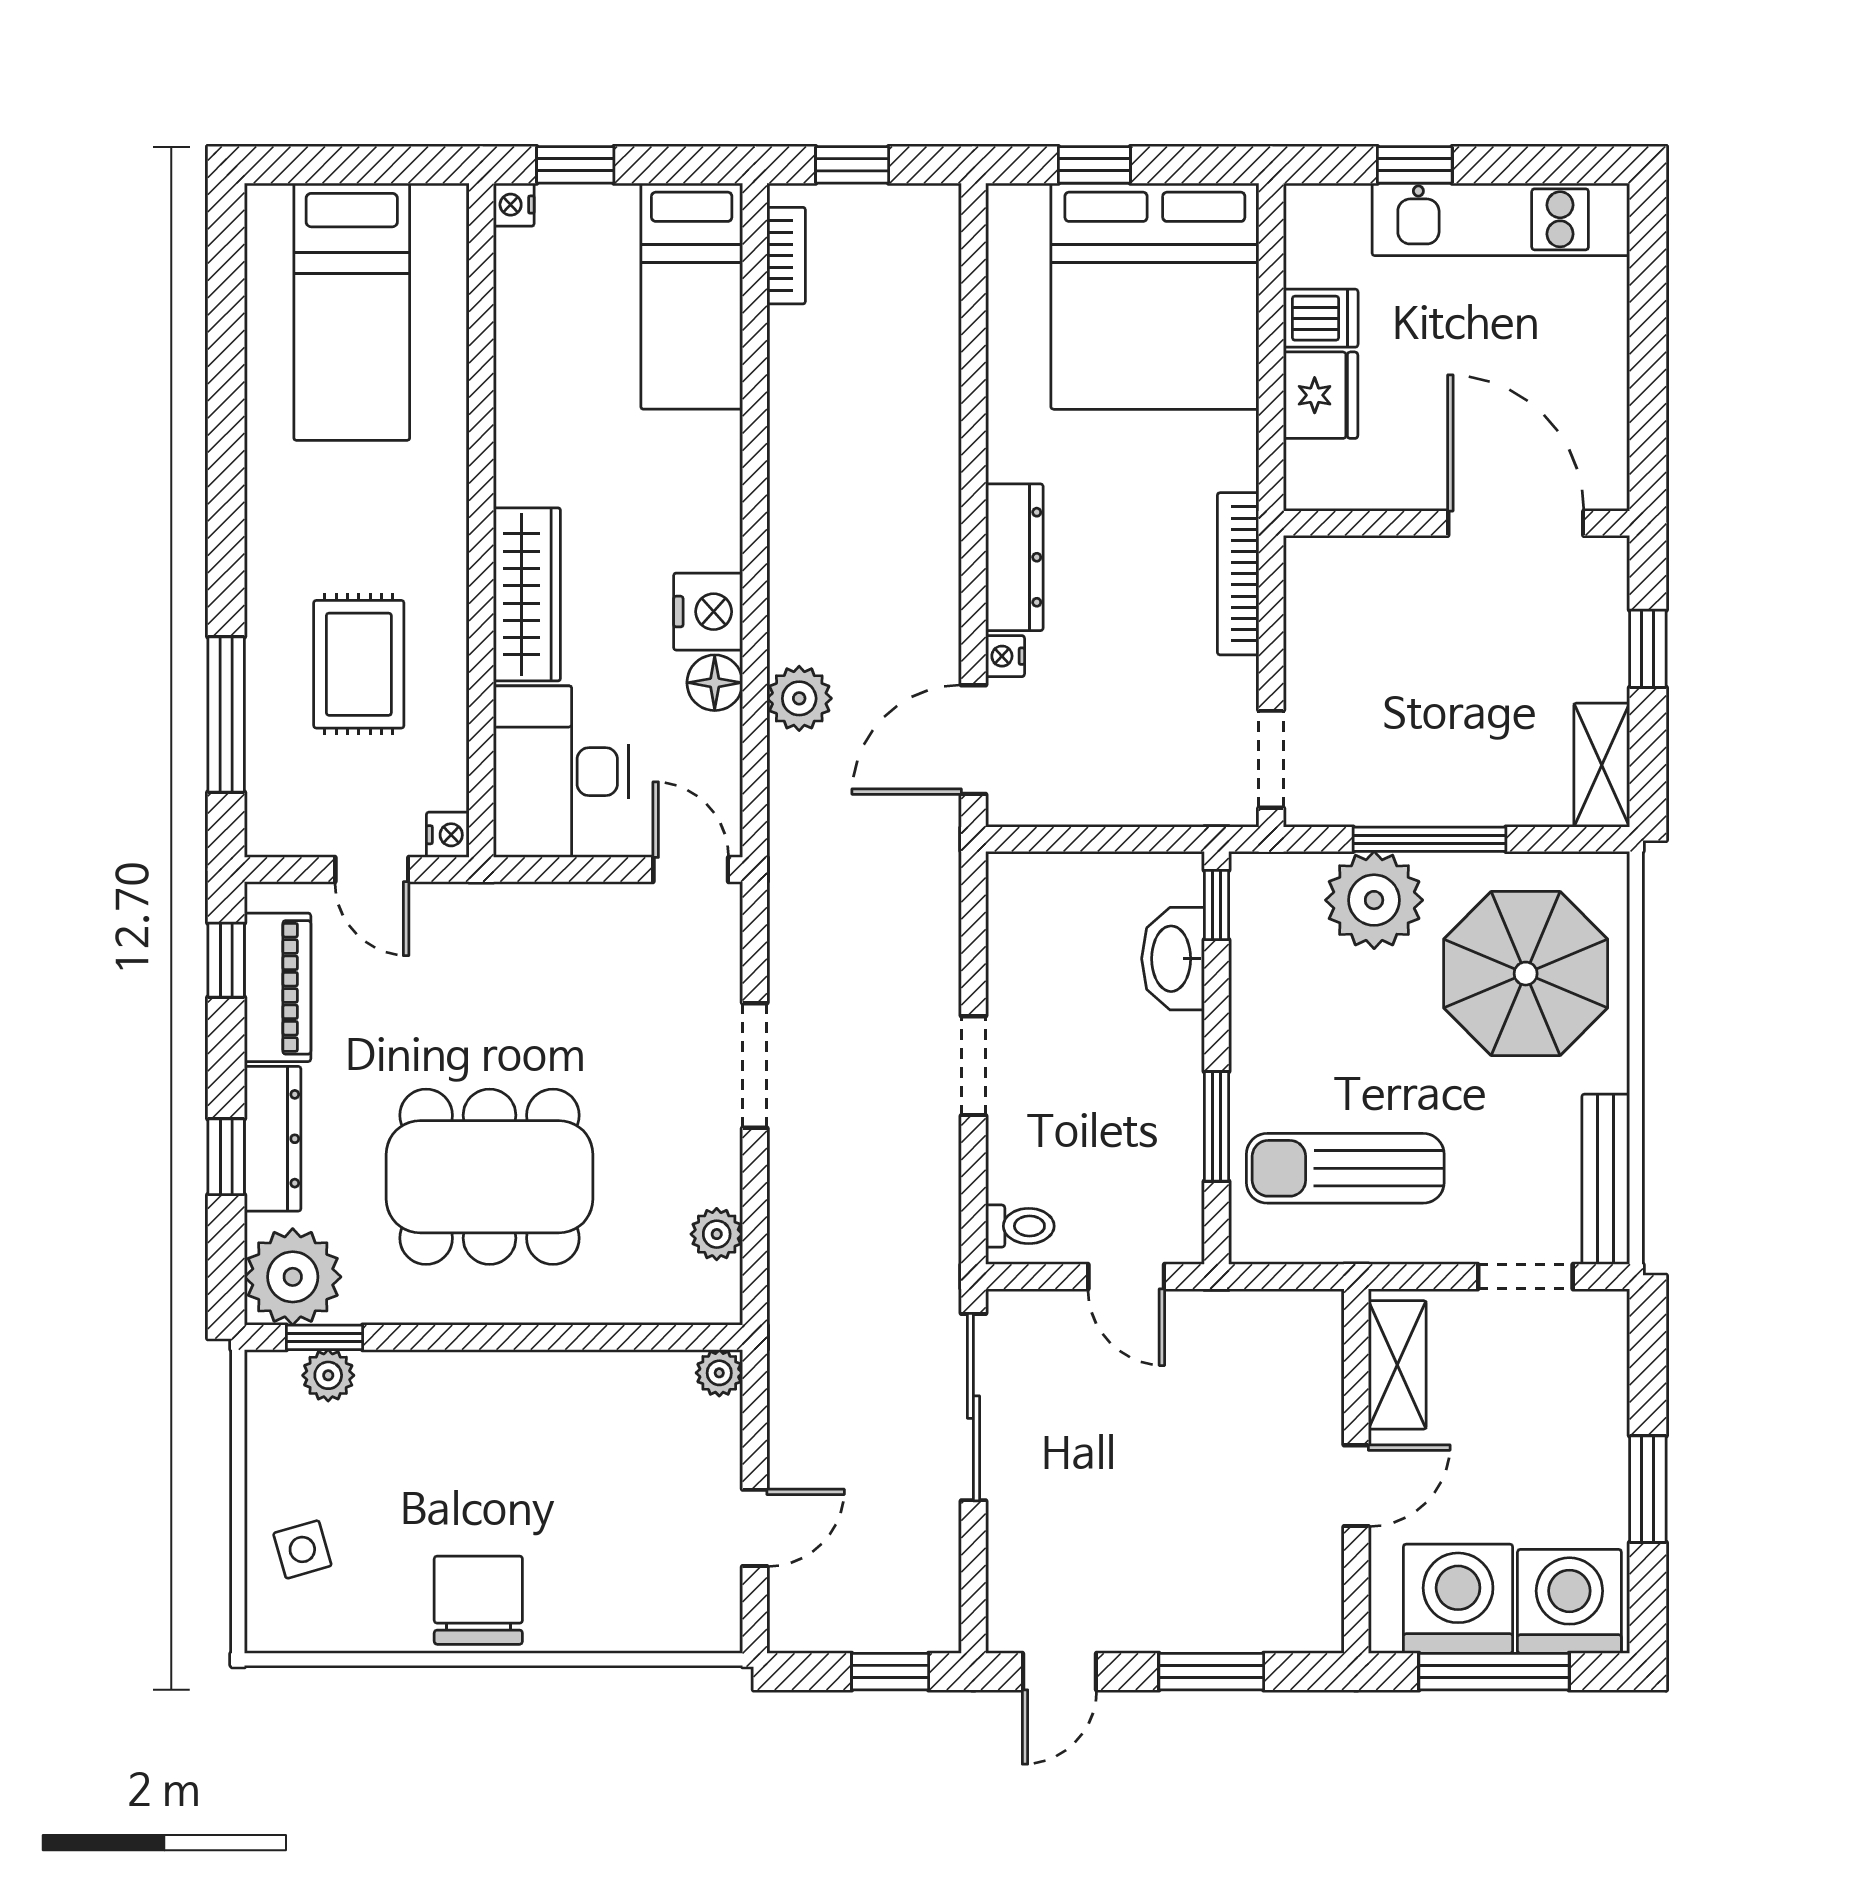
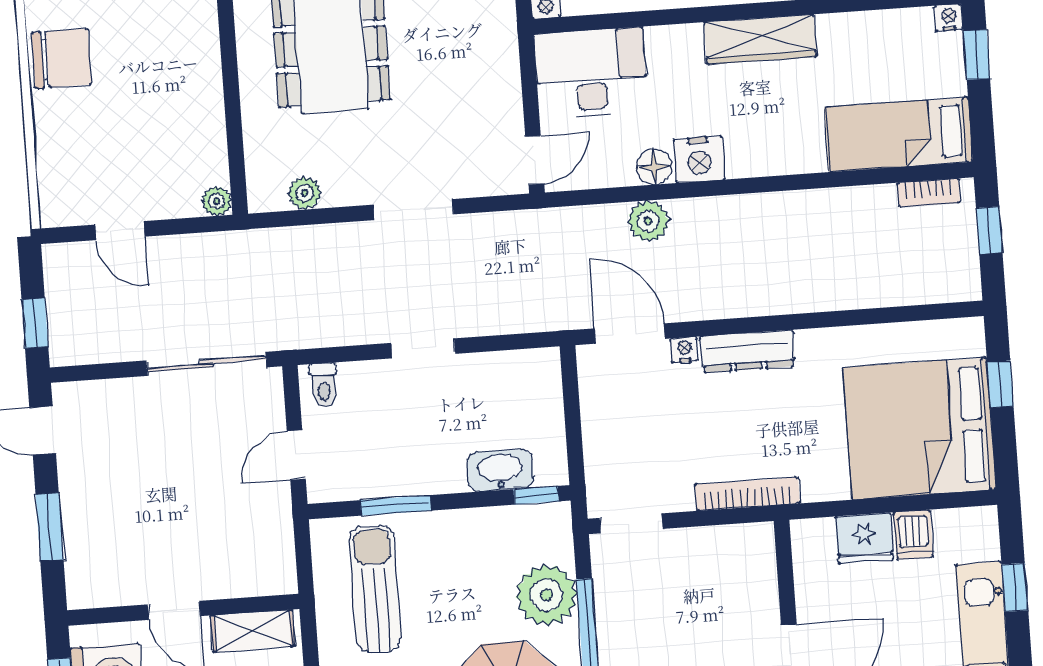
wardrobe: (527, 594) -> (760, 39), moved

